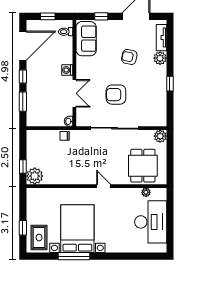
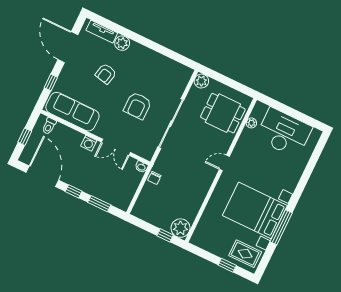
sofa: (86, 39) -> (72, 112), width x1.36
window: (170, 84) -> (153, 45), removed
double door: (74, 93) -> (116, 147), swing flipped

